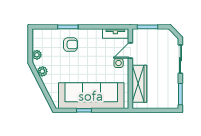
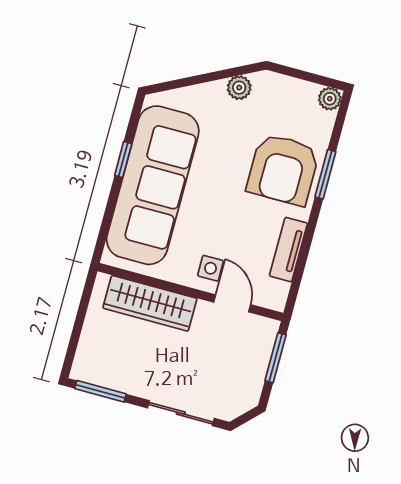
tv unit: (115, 34) -> (288, 250), moved
armchair: (71, 45) -> (283, 169), width x1.88, depth x1.88
plant: (37, 55) -> (330, 99), moved

